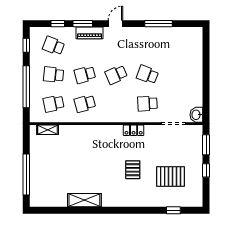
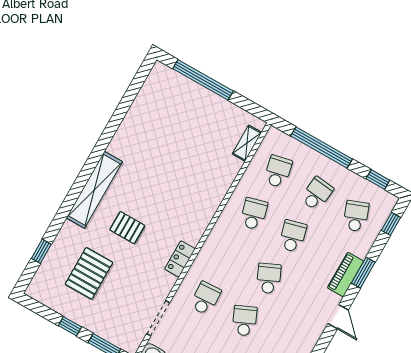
window: (58, 24) -> (391, 224), moved
school desk: (54, 46) -> (356, 216), turned -42
school desk: (147, 75) -> (245, 321), turned -45
shelving: (84, 200) -> (94, 190), moved, width x1.47

